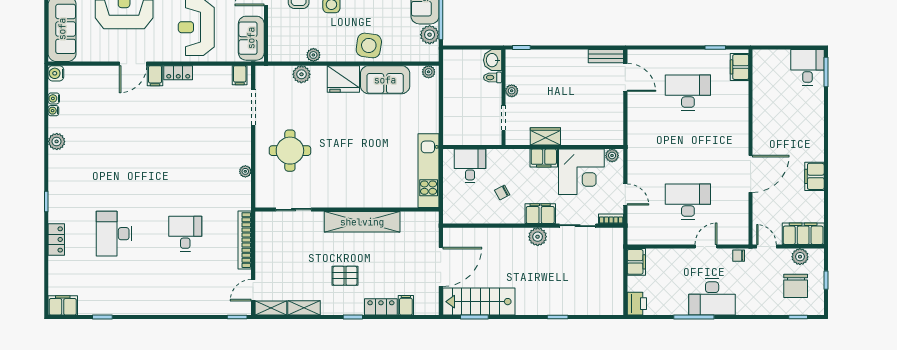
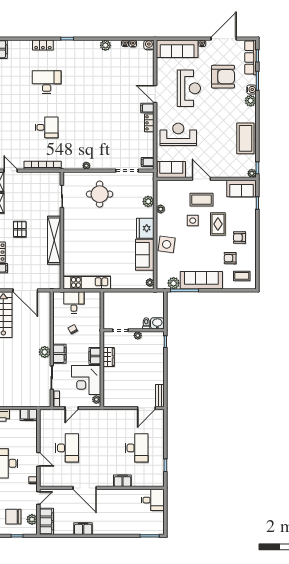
filing cabinet: (739, 67) -> (122, 481), moved
desk: (807, 67) -> (153, 500), moved
desk: (470, 166) -> (74, 302), moved, turned -90

